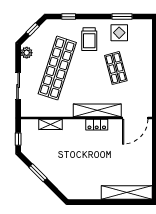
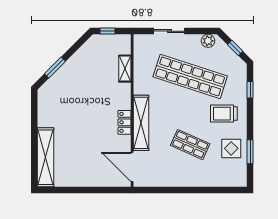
shop shelf: (116, 68) -> (190, 145), turned 39
window: (38, 173) -> (55, 67), moved

